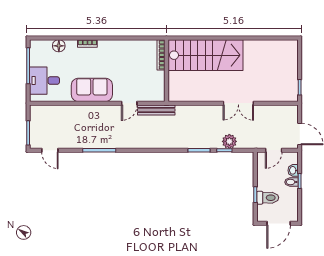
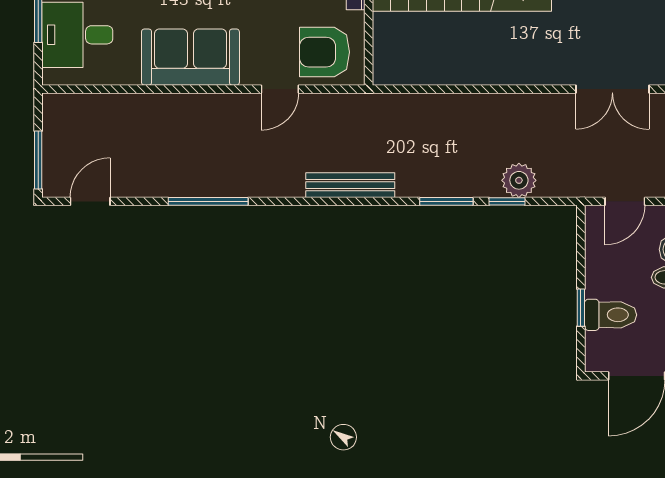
armchair: (148, 88) -> (324, 52), added
double door: (238, 103) -> (612, 89), moved
bench: (156, 110) -> (350, 185), moved
door: (50, 150) -> (90, 201), swing flipped

